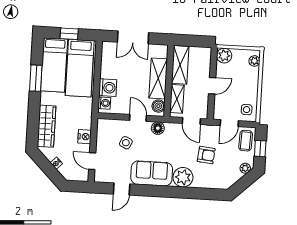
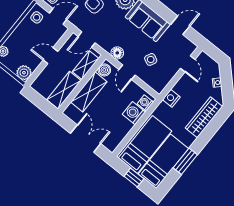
door: (191, 121) -> (87, 40), swing flipped
nightstand: (85, 137) -> (171, 98), moved

